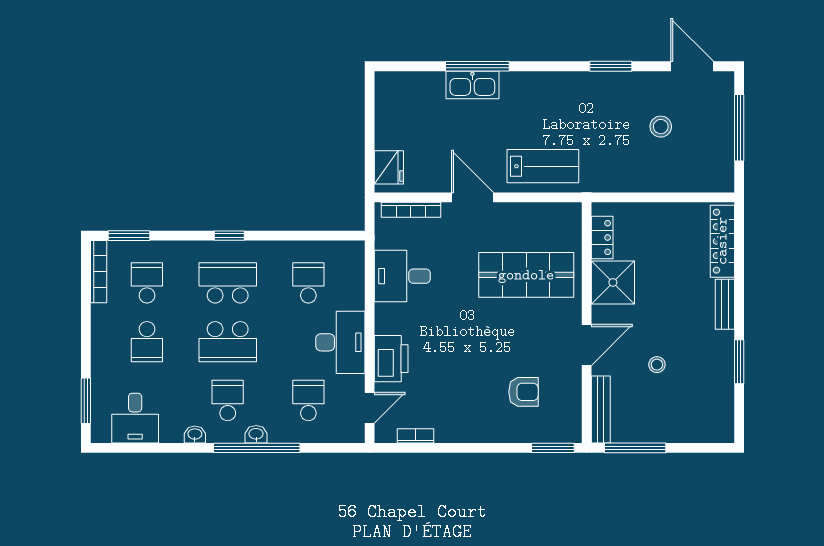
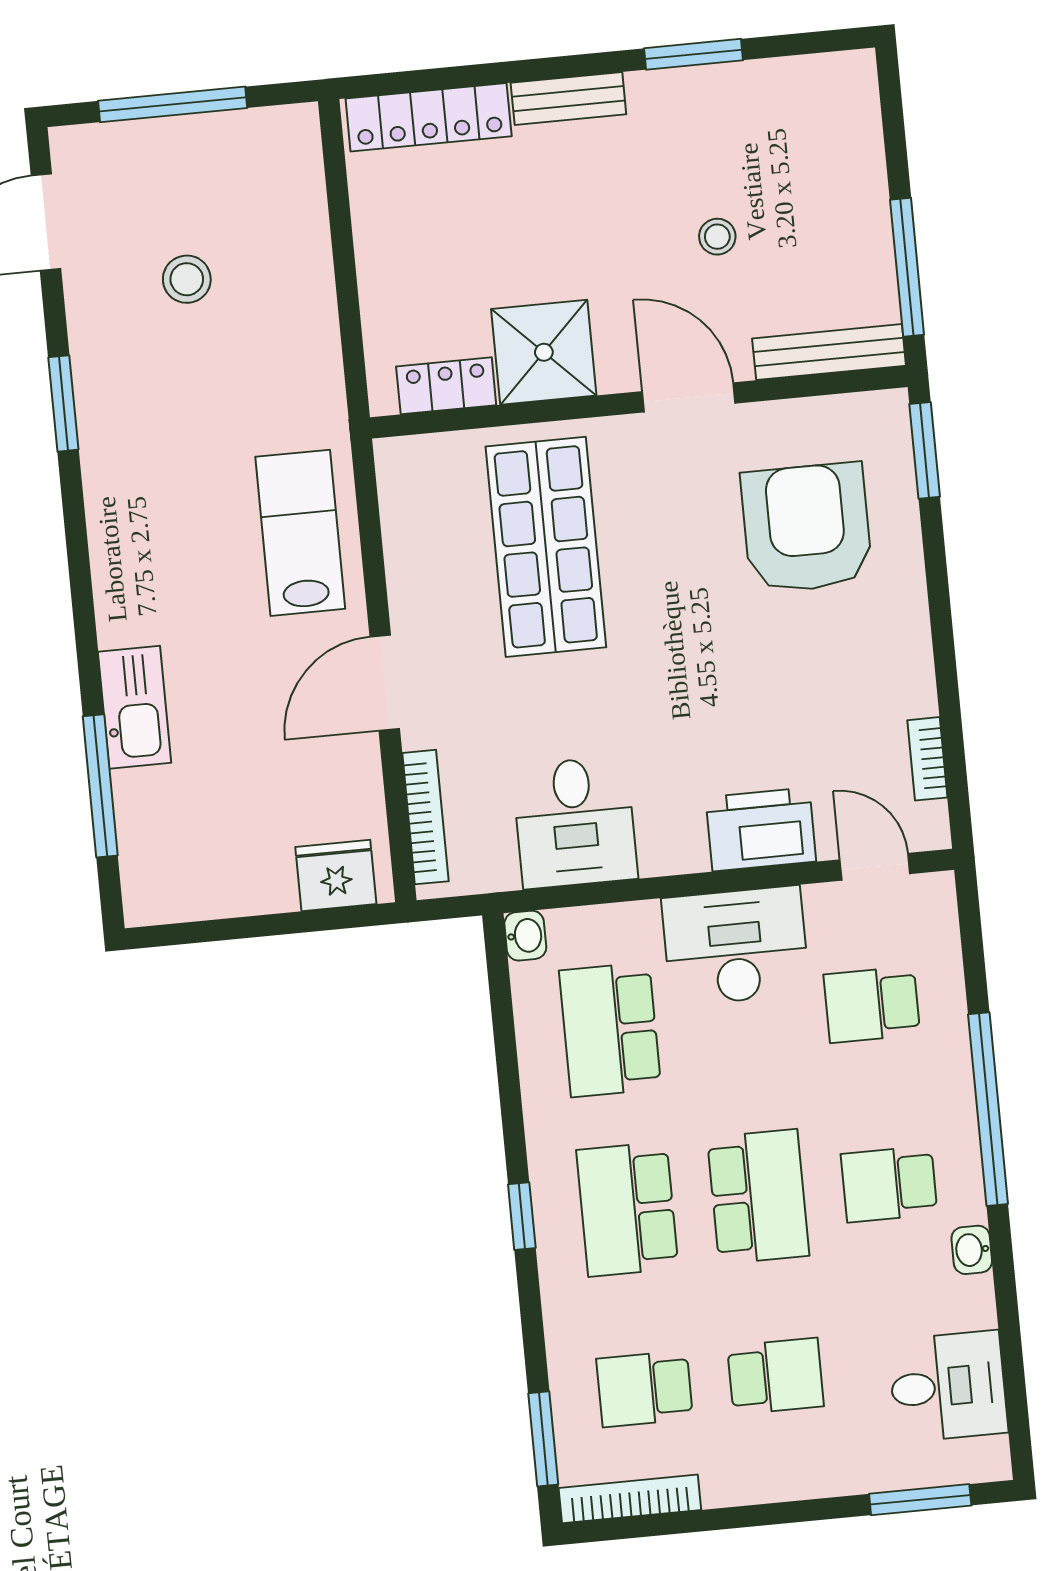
window: (477, 66) -> (100, 786), moved
school desk: (308, 283) -> (610, 1030), width x1.85
armchair: (523, 392) -> (807, 528), width x1.88, depth x1.88
washbasin: (256, 434) -> (525, 936), moved, turned 180

